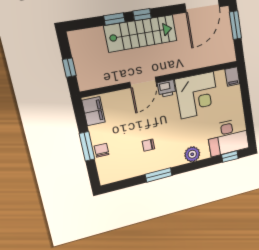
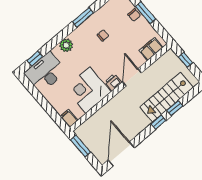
window: (235, 25) -> (81, 146), moved
stairs: (141, 33) -> (167, 97), moved
filing cabinet: (93, 111) -> (151, 49), moved, turned 90

